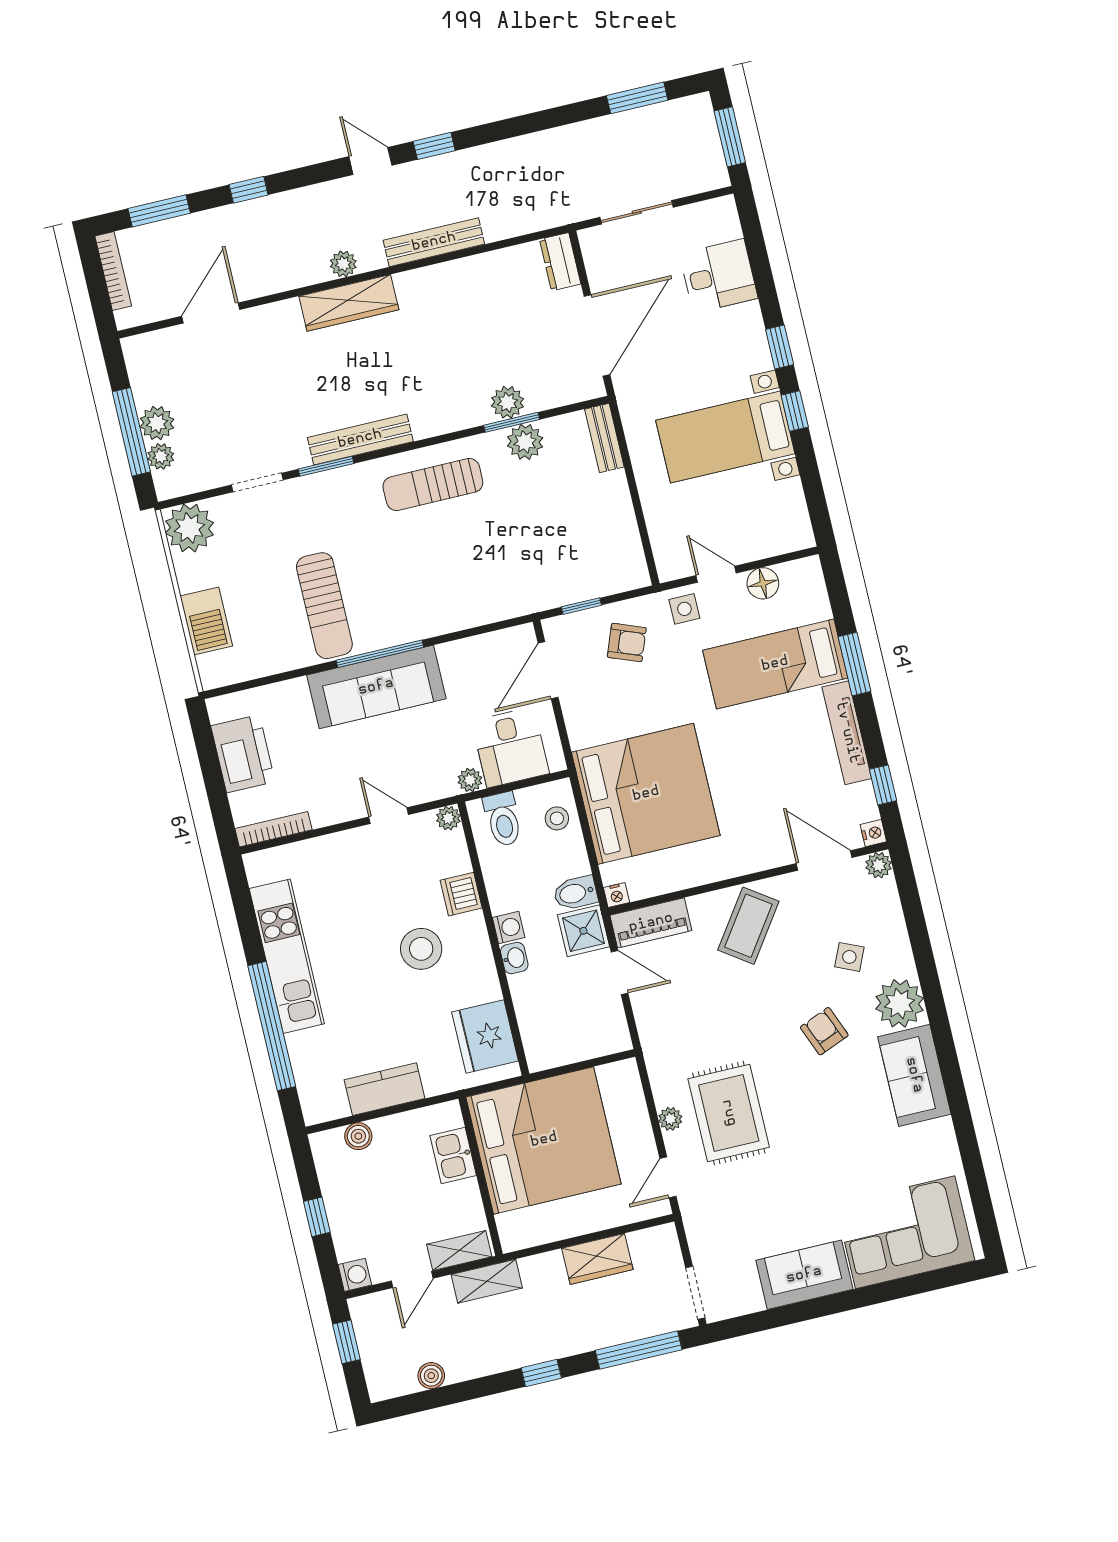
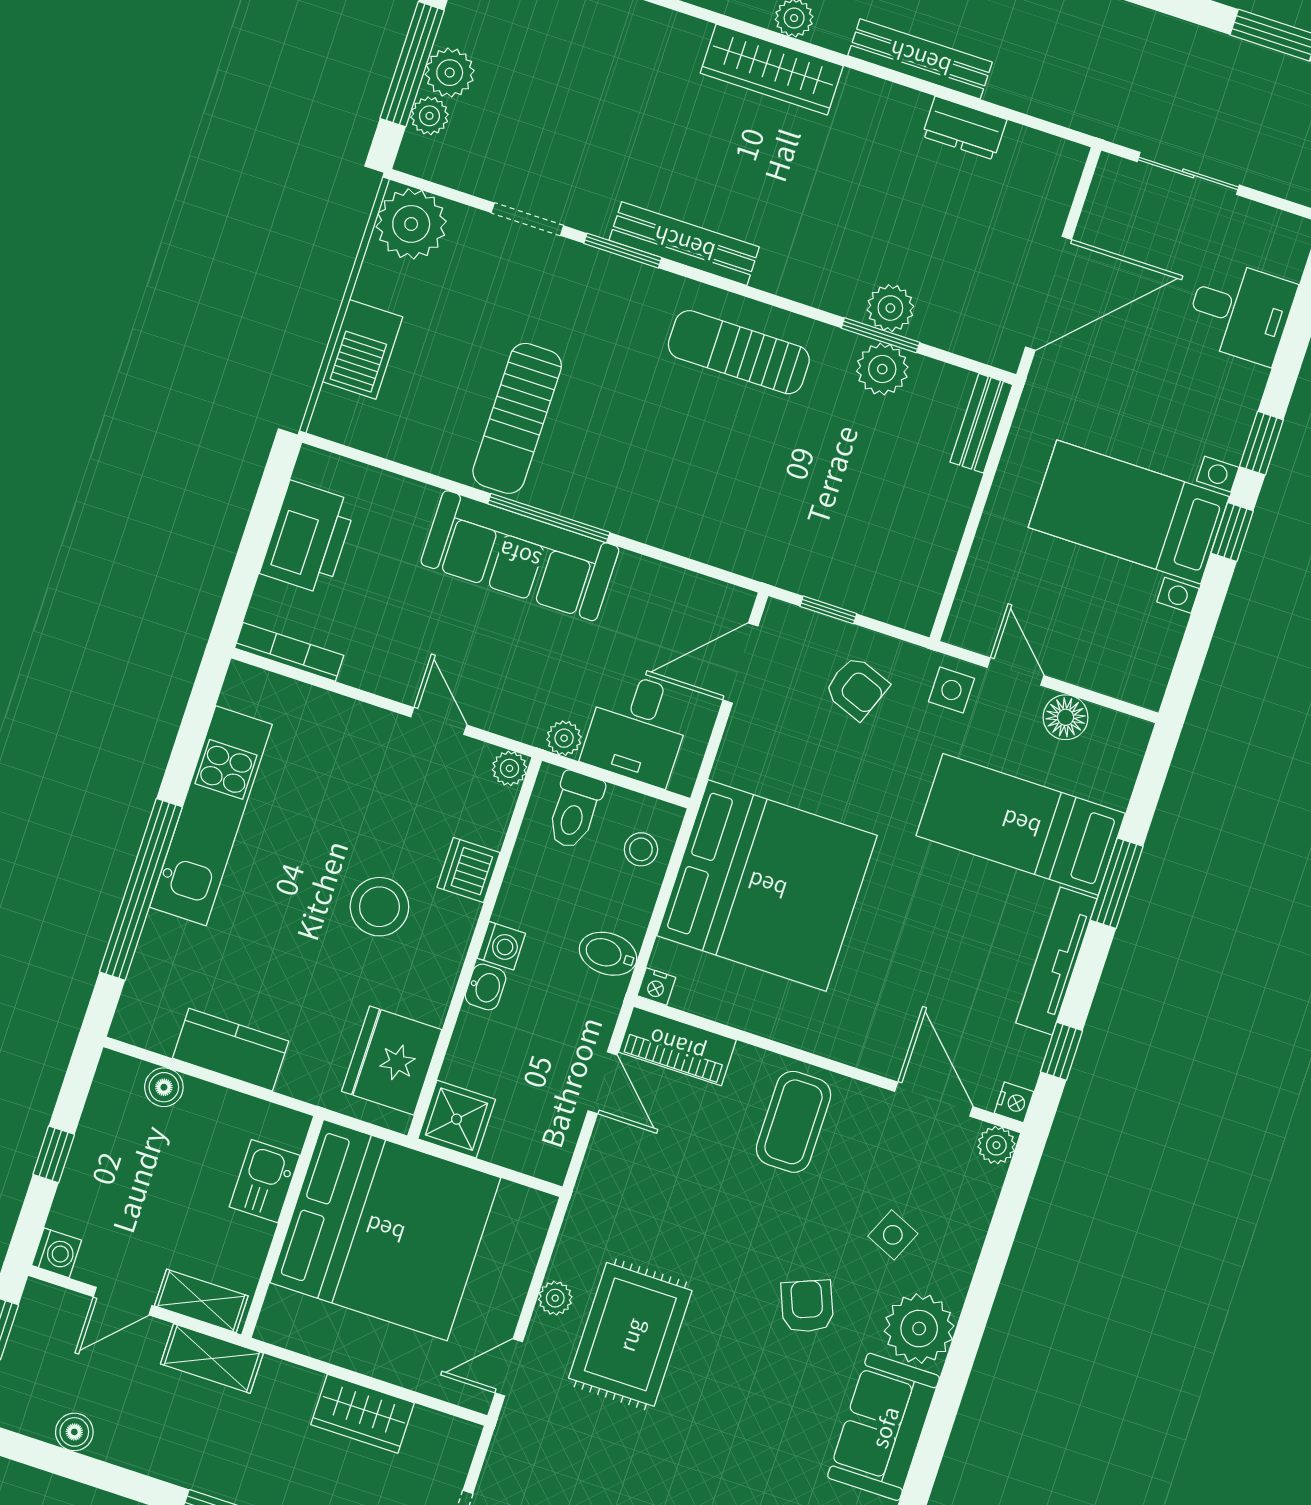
dresser: (560, 262) -> (964, 128), moved, turned -90
coffee table: (748, 926) -> (793, 1122), turned -35
shower: (583, 931) -> (457, 1119), moved

